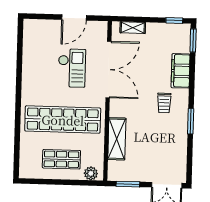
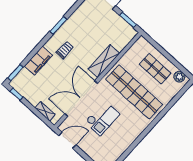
door: (74, 17) -> (67, 140), moved
checkout: (72, 68) -> (102, 118), turned 180
shelving: (117, 139) -> (104, 61), moved
plant: (91, 173) -> (179, 77), moved

